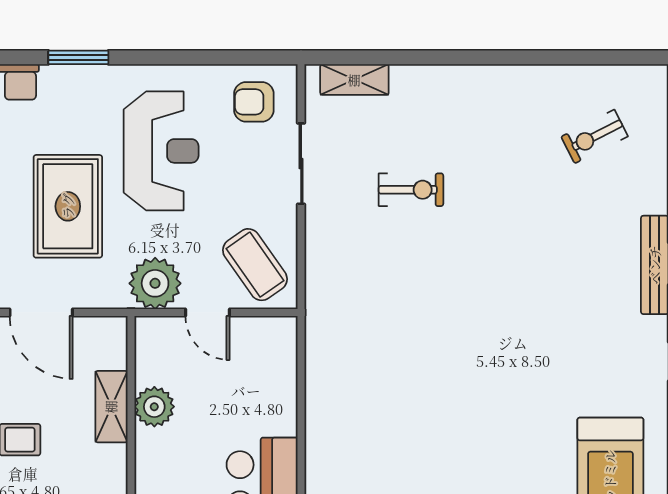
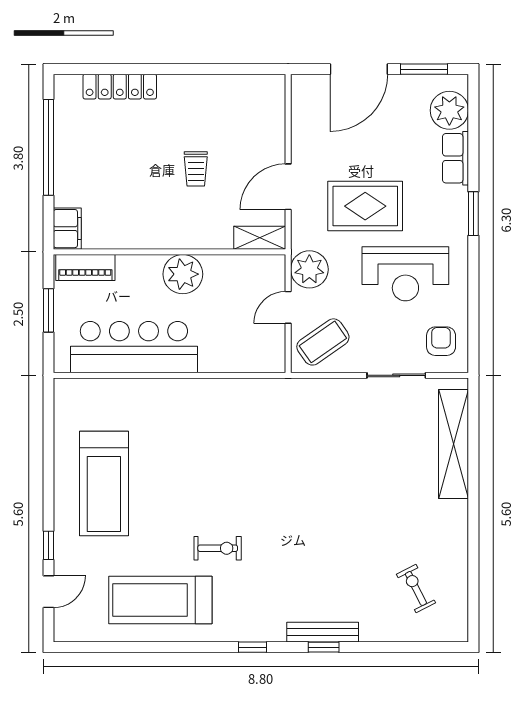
shelving: (354, 80) -> (454, 444), width x2.20, depth x1.33
exercise bike: (411, 190) -> (218, 548), moved, turned -90
shelving: (111, 407) -> (260, 238), moved
plant: (154, 407) -> (183, 274), moved, width x1.36, depth x1.36

